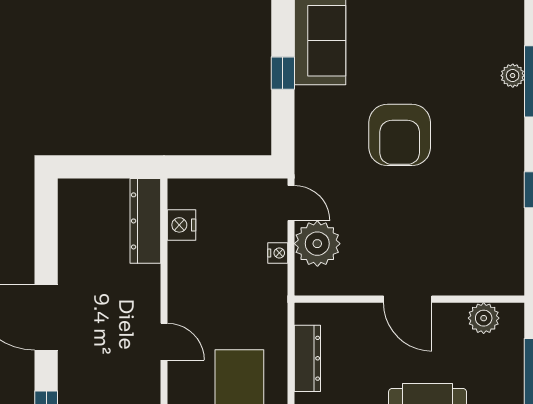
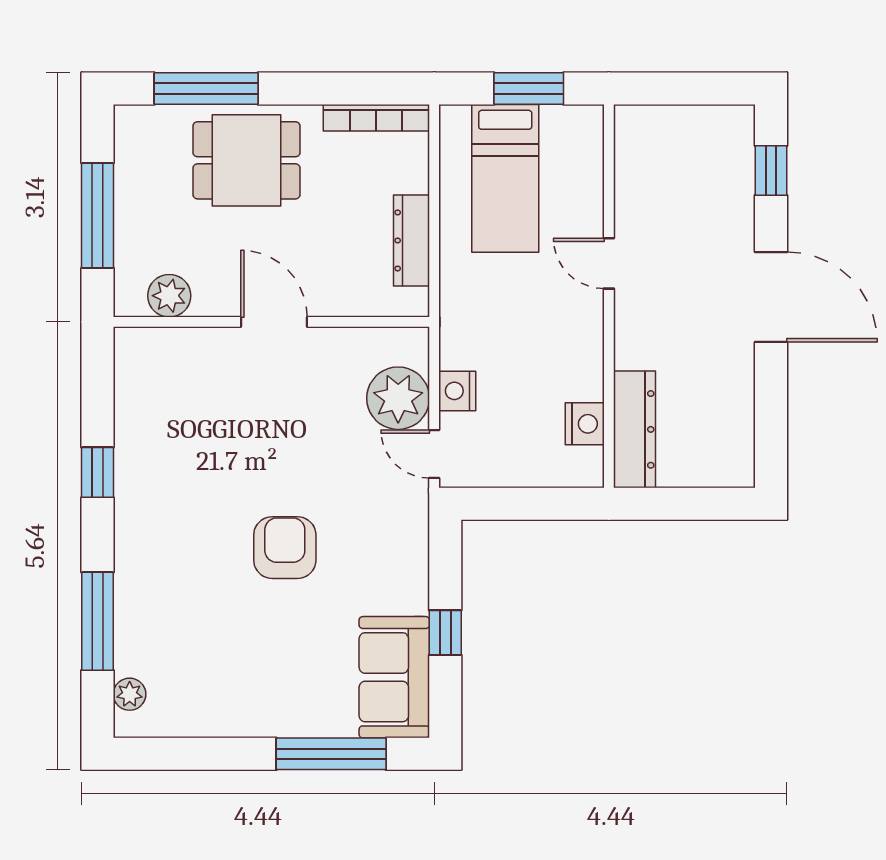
plant: (513, 76) -> (130, 694), moved
armchair: (400, 135) -> (285, 548), width x0.73, depth x0.73
nightstand: (278, 253) -> (457, 391), width x1.39, depth x1.35

